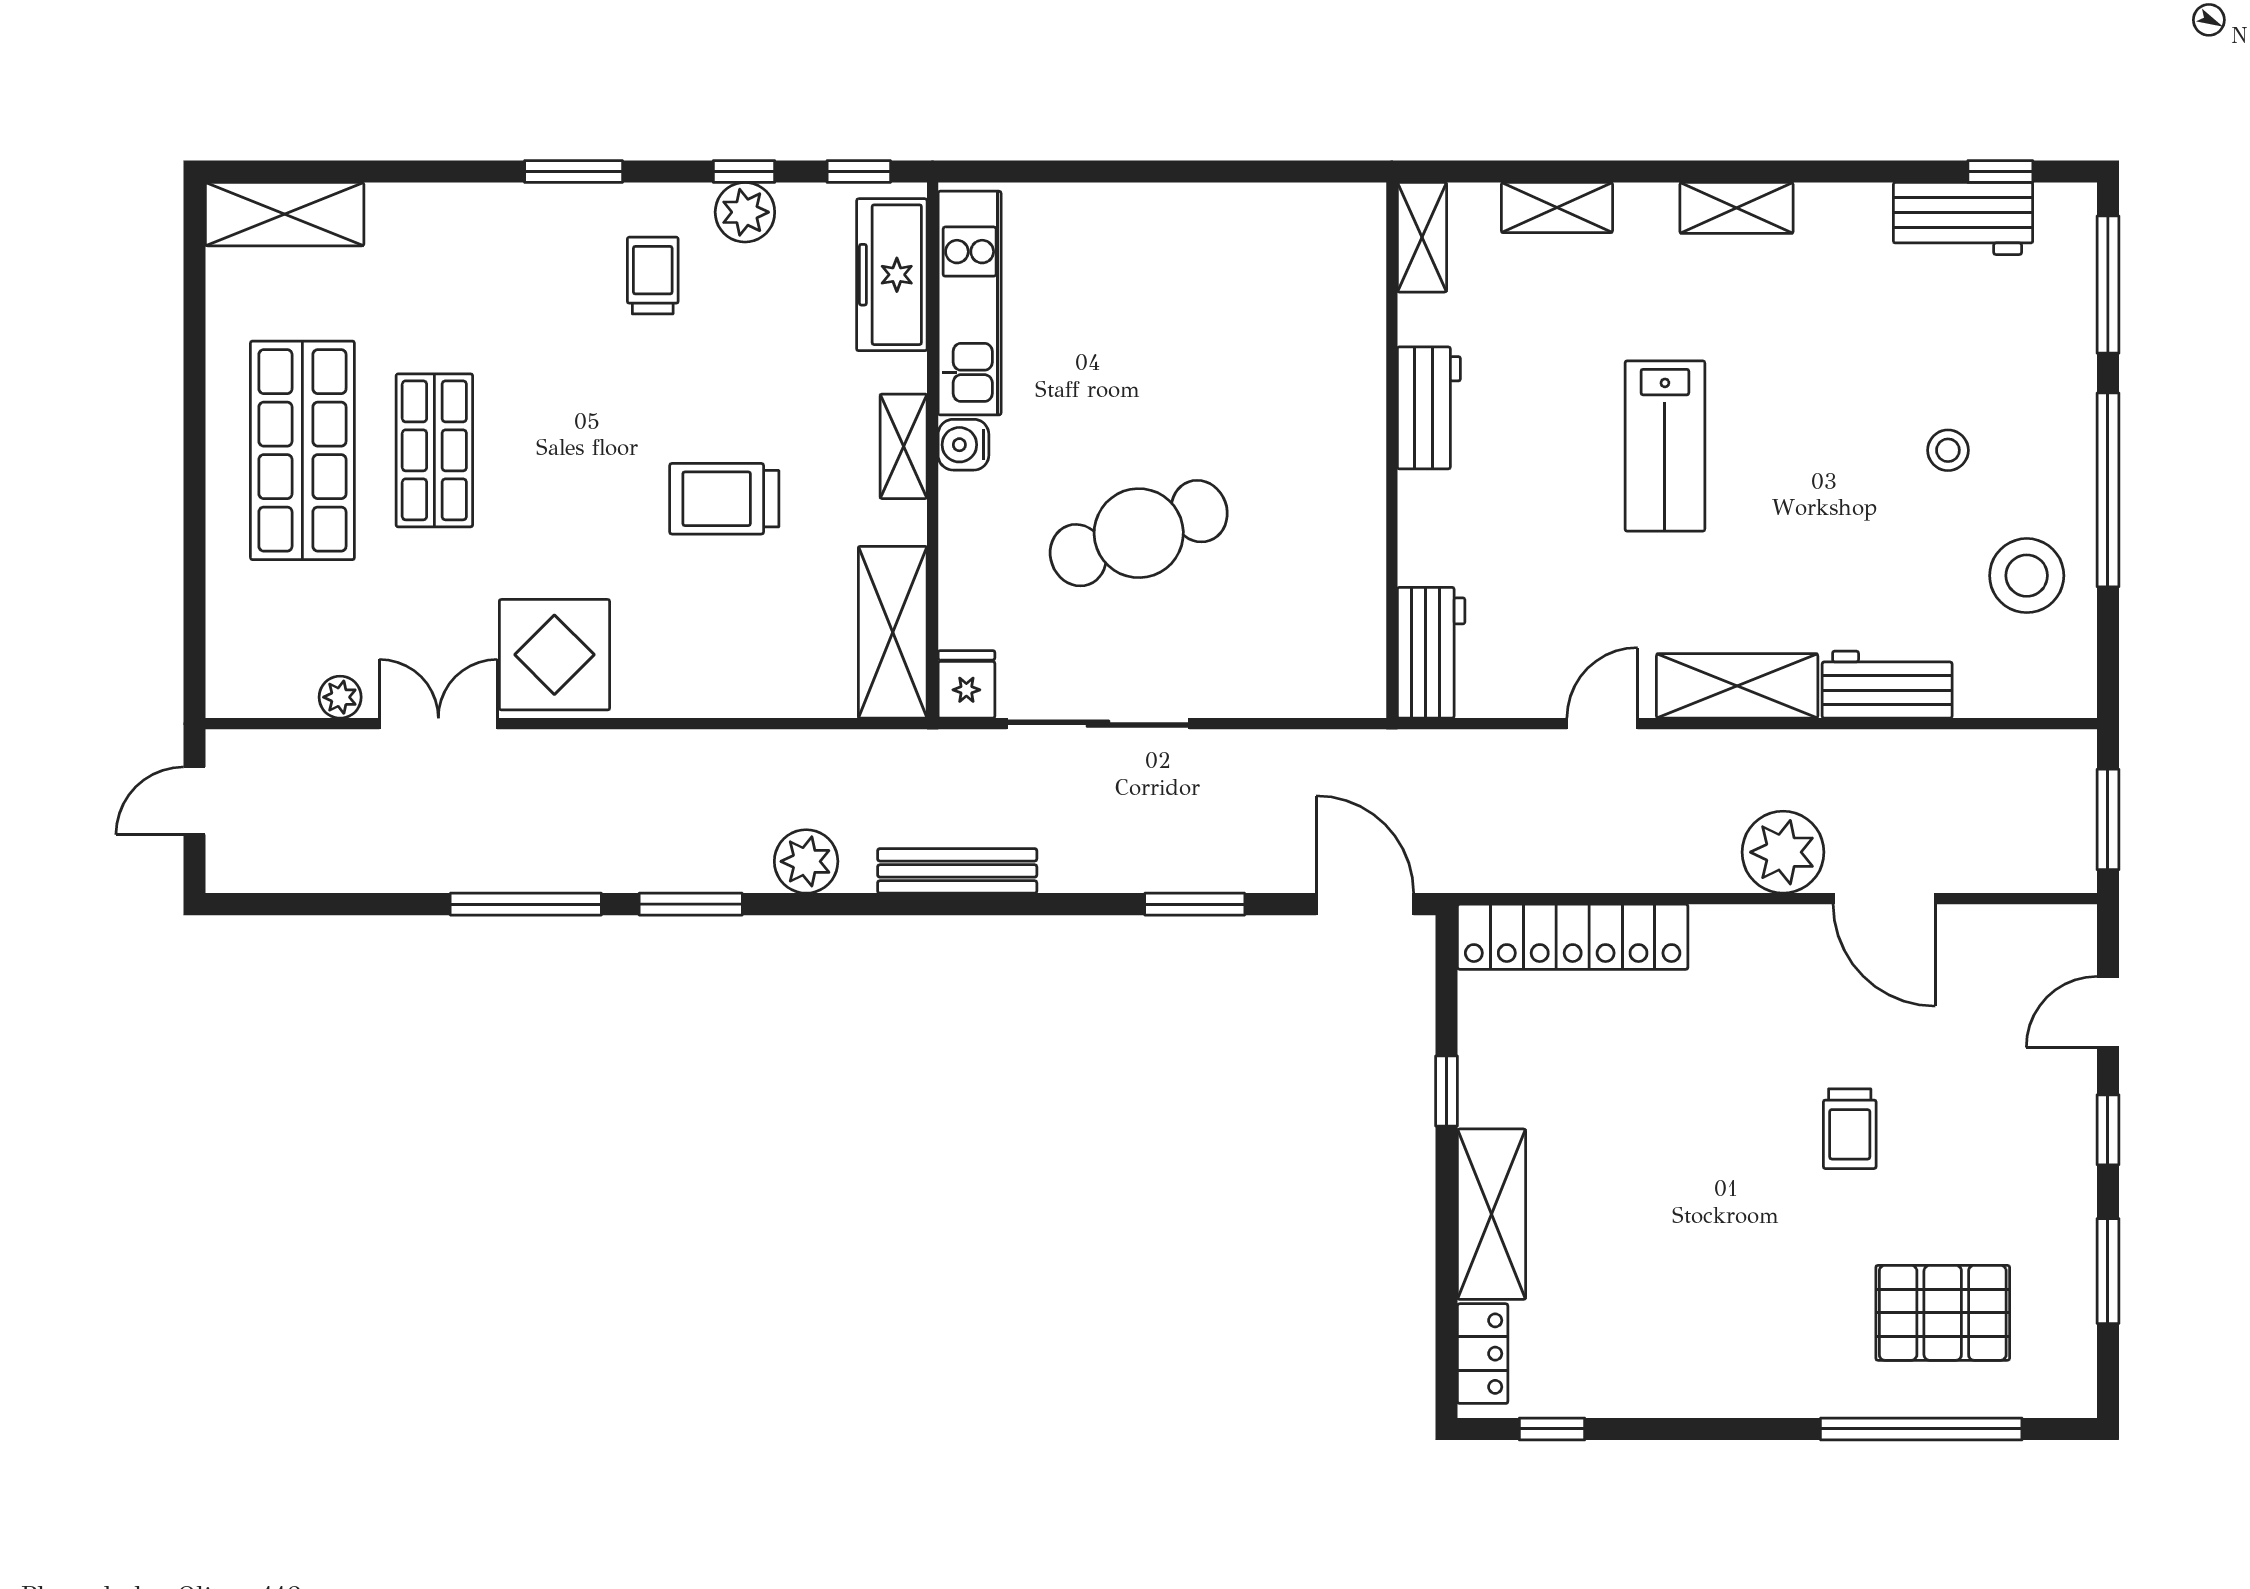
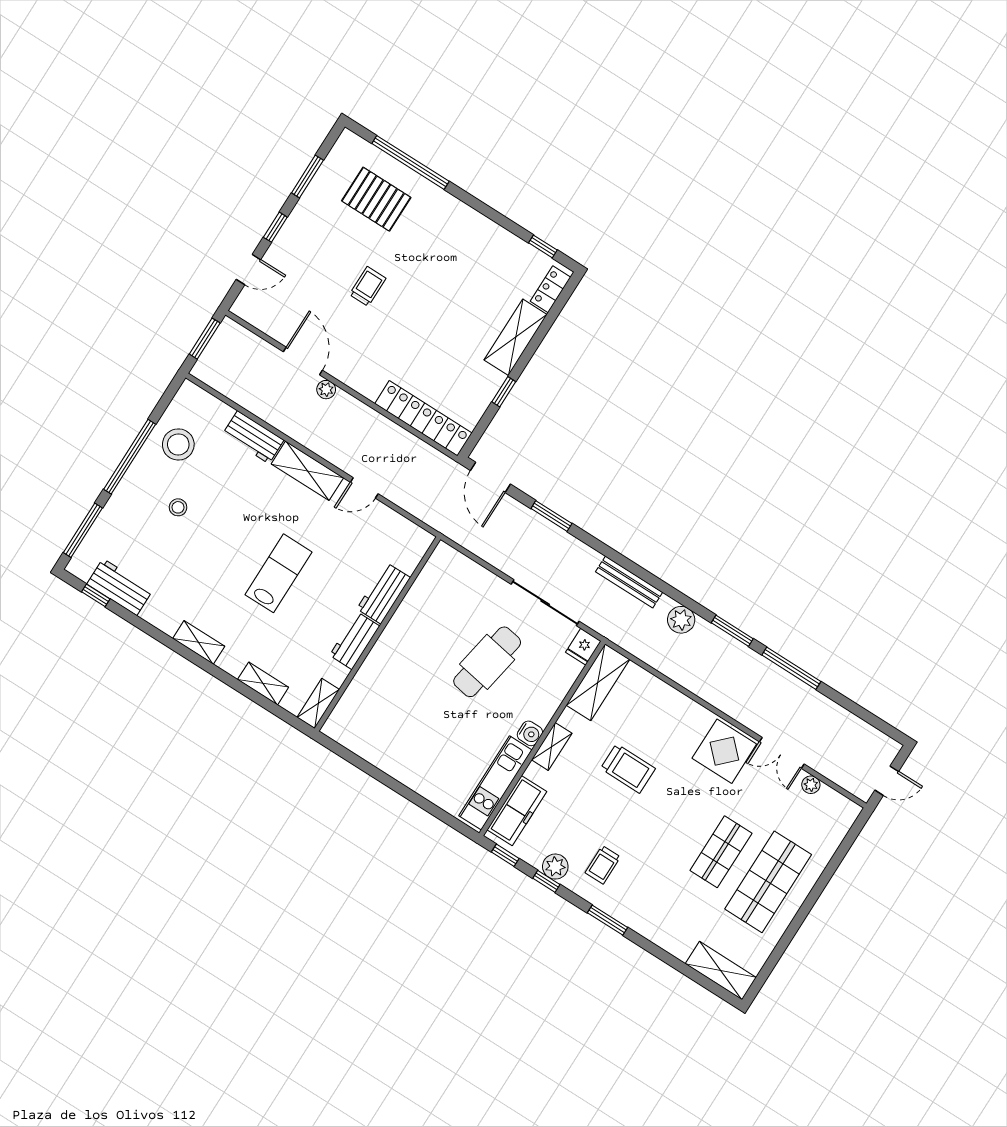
cafe table: (1139, 533) -> (487, 662), turned -60
workbench: (1431, 653) -> (384, 593), moved
plant: (1783, 852) -> (326, 390), width x0.53, depth x0.53

